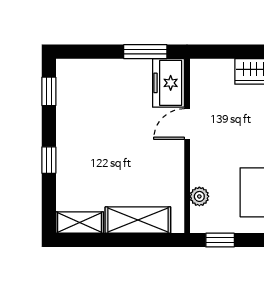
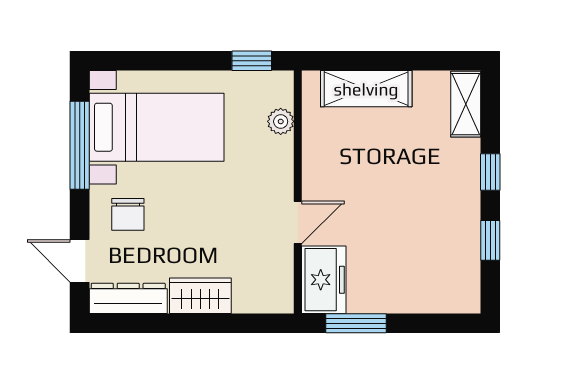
window: (49, 91) -> (490, 240), moved
shelving: (80, 222) -> (466, 104), moved, turned 90

